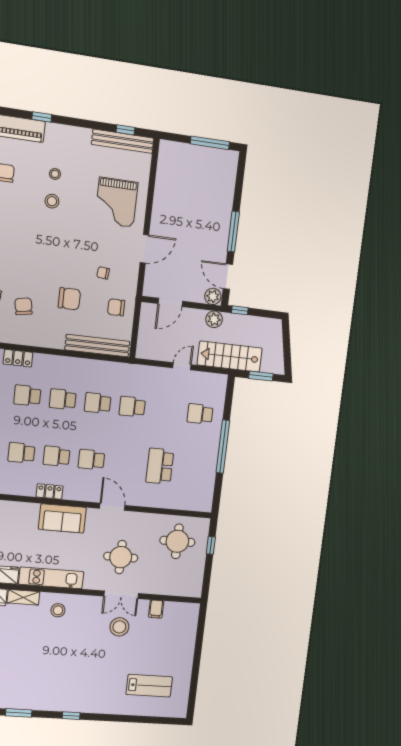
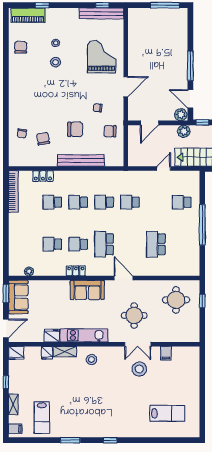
grand piano: (116, 202) -> (102, 57), turned 180
bench: (97, 346) -> (81, 160), moved
school desk: (91, 460) -> (104, 244), width x1.85

